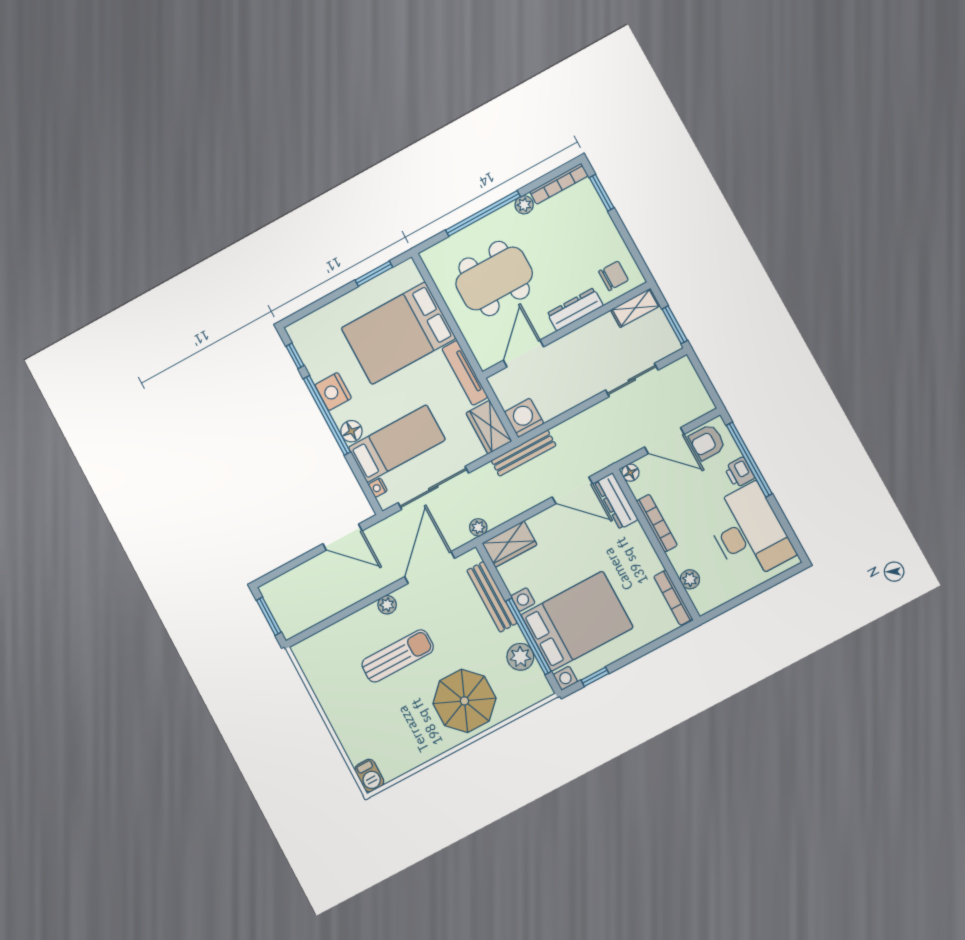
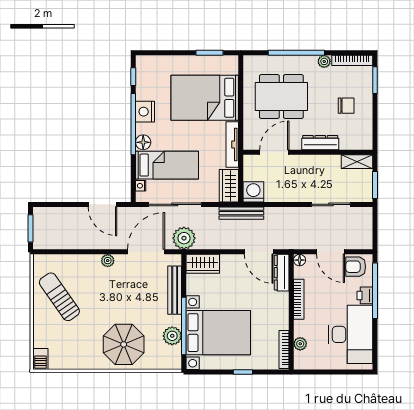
chair: (614, 276) -> (346, 106), moved
plant: (478, 527) -> (184, 238), width x1.87, depth x1.87
sun lounger: (398, 656) -> (59, 297), moved, turned -125
window: (595, 677) -> (243, 372), moved

